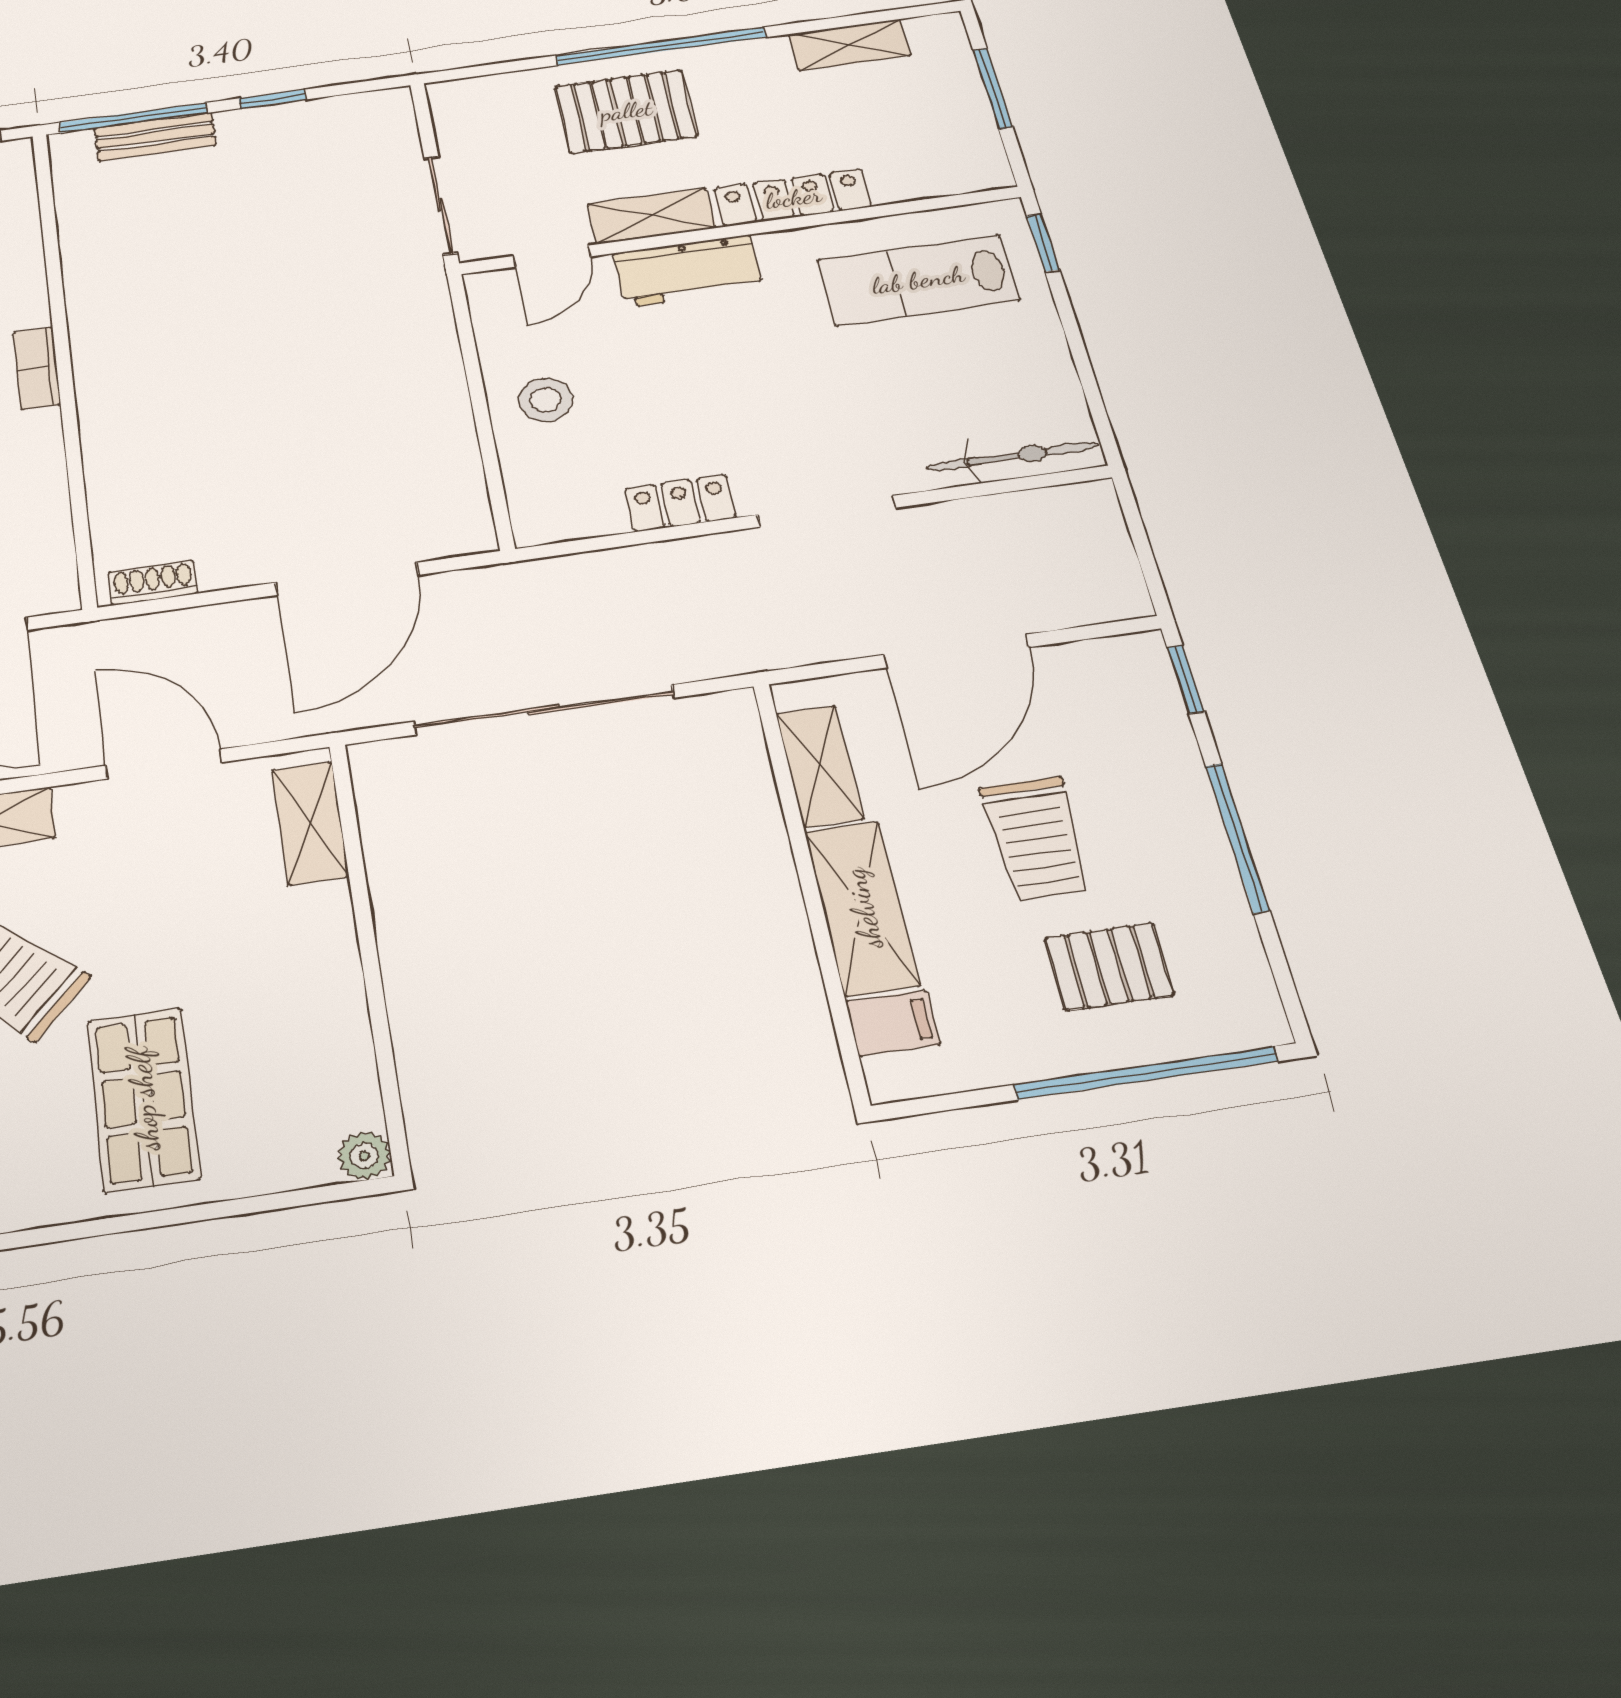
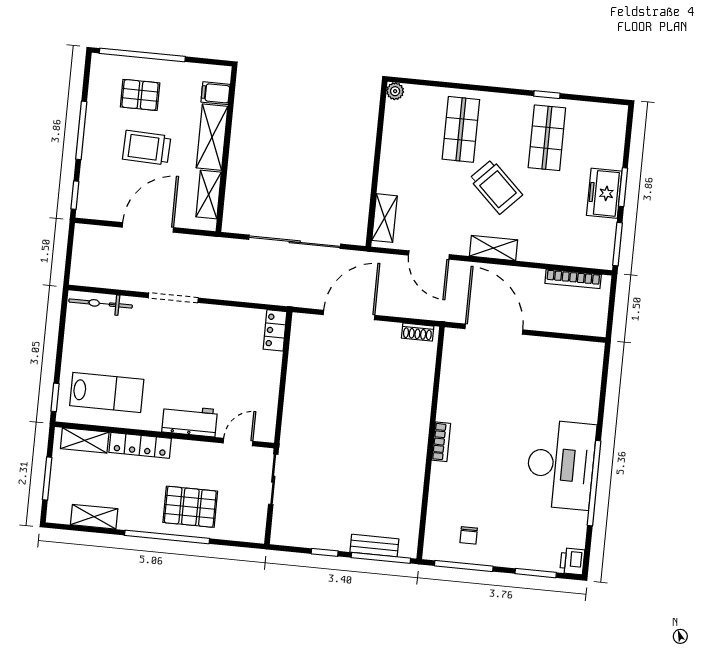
shelving: (652, 216) -> (85, 440), moved
stool: (546, 400) -> (259, 375), removed
locker: (680, 503) -> (275, 330), moved, turned 90
trolley: (1036, 838) -> (147, 148), turned -88

